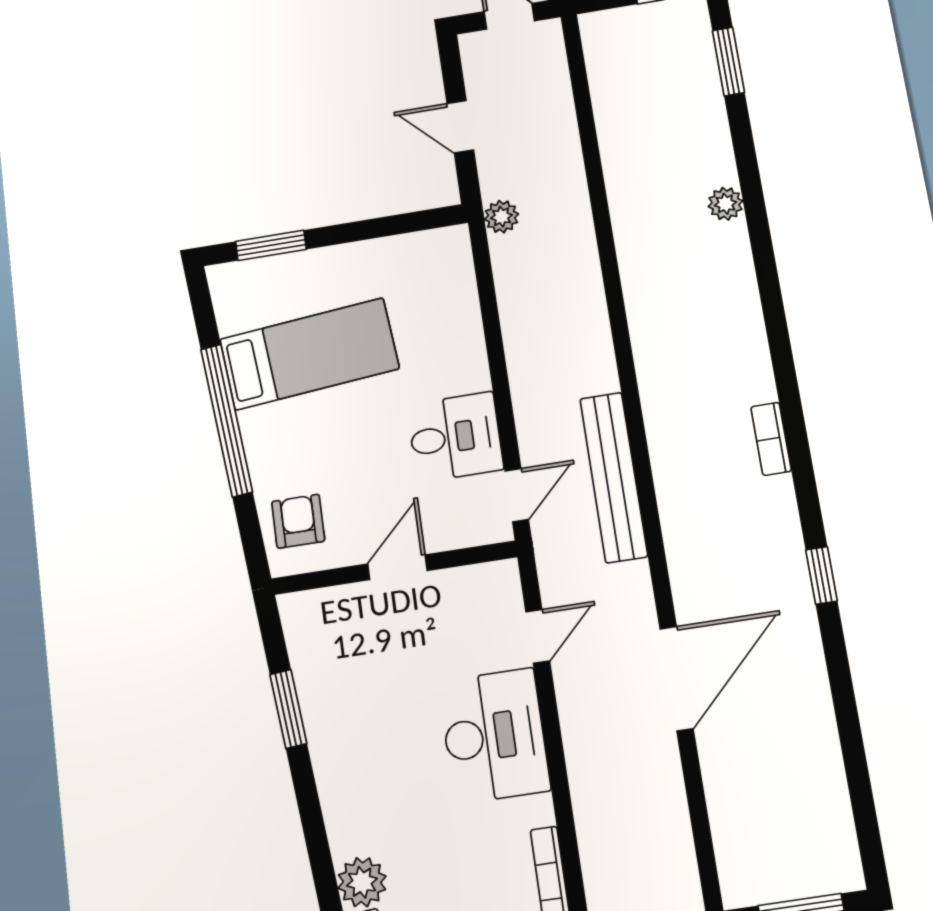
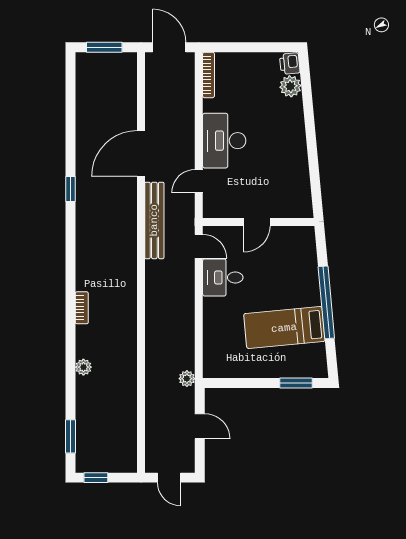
bookcase: (771, 439) -> (82, 308), moved
bench: (614, 477) -> (154, 220), moved
door: (517, 495) -> (199, 246), swing flipped
armchair: (298, 521) -> (299, 250), removed
window: (288, 709) -> (314, 166), removed

